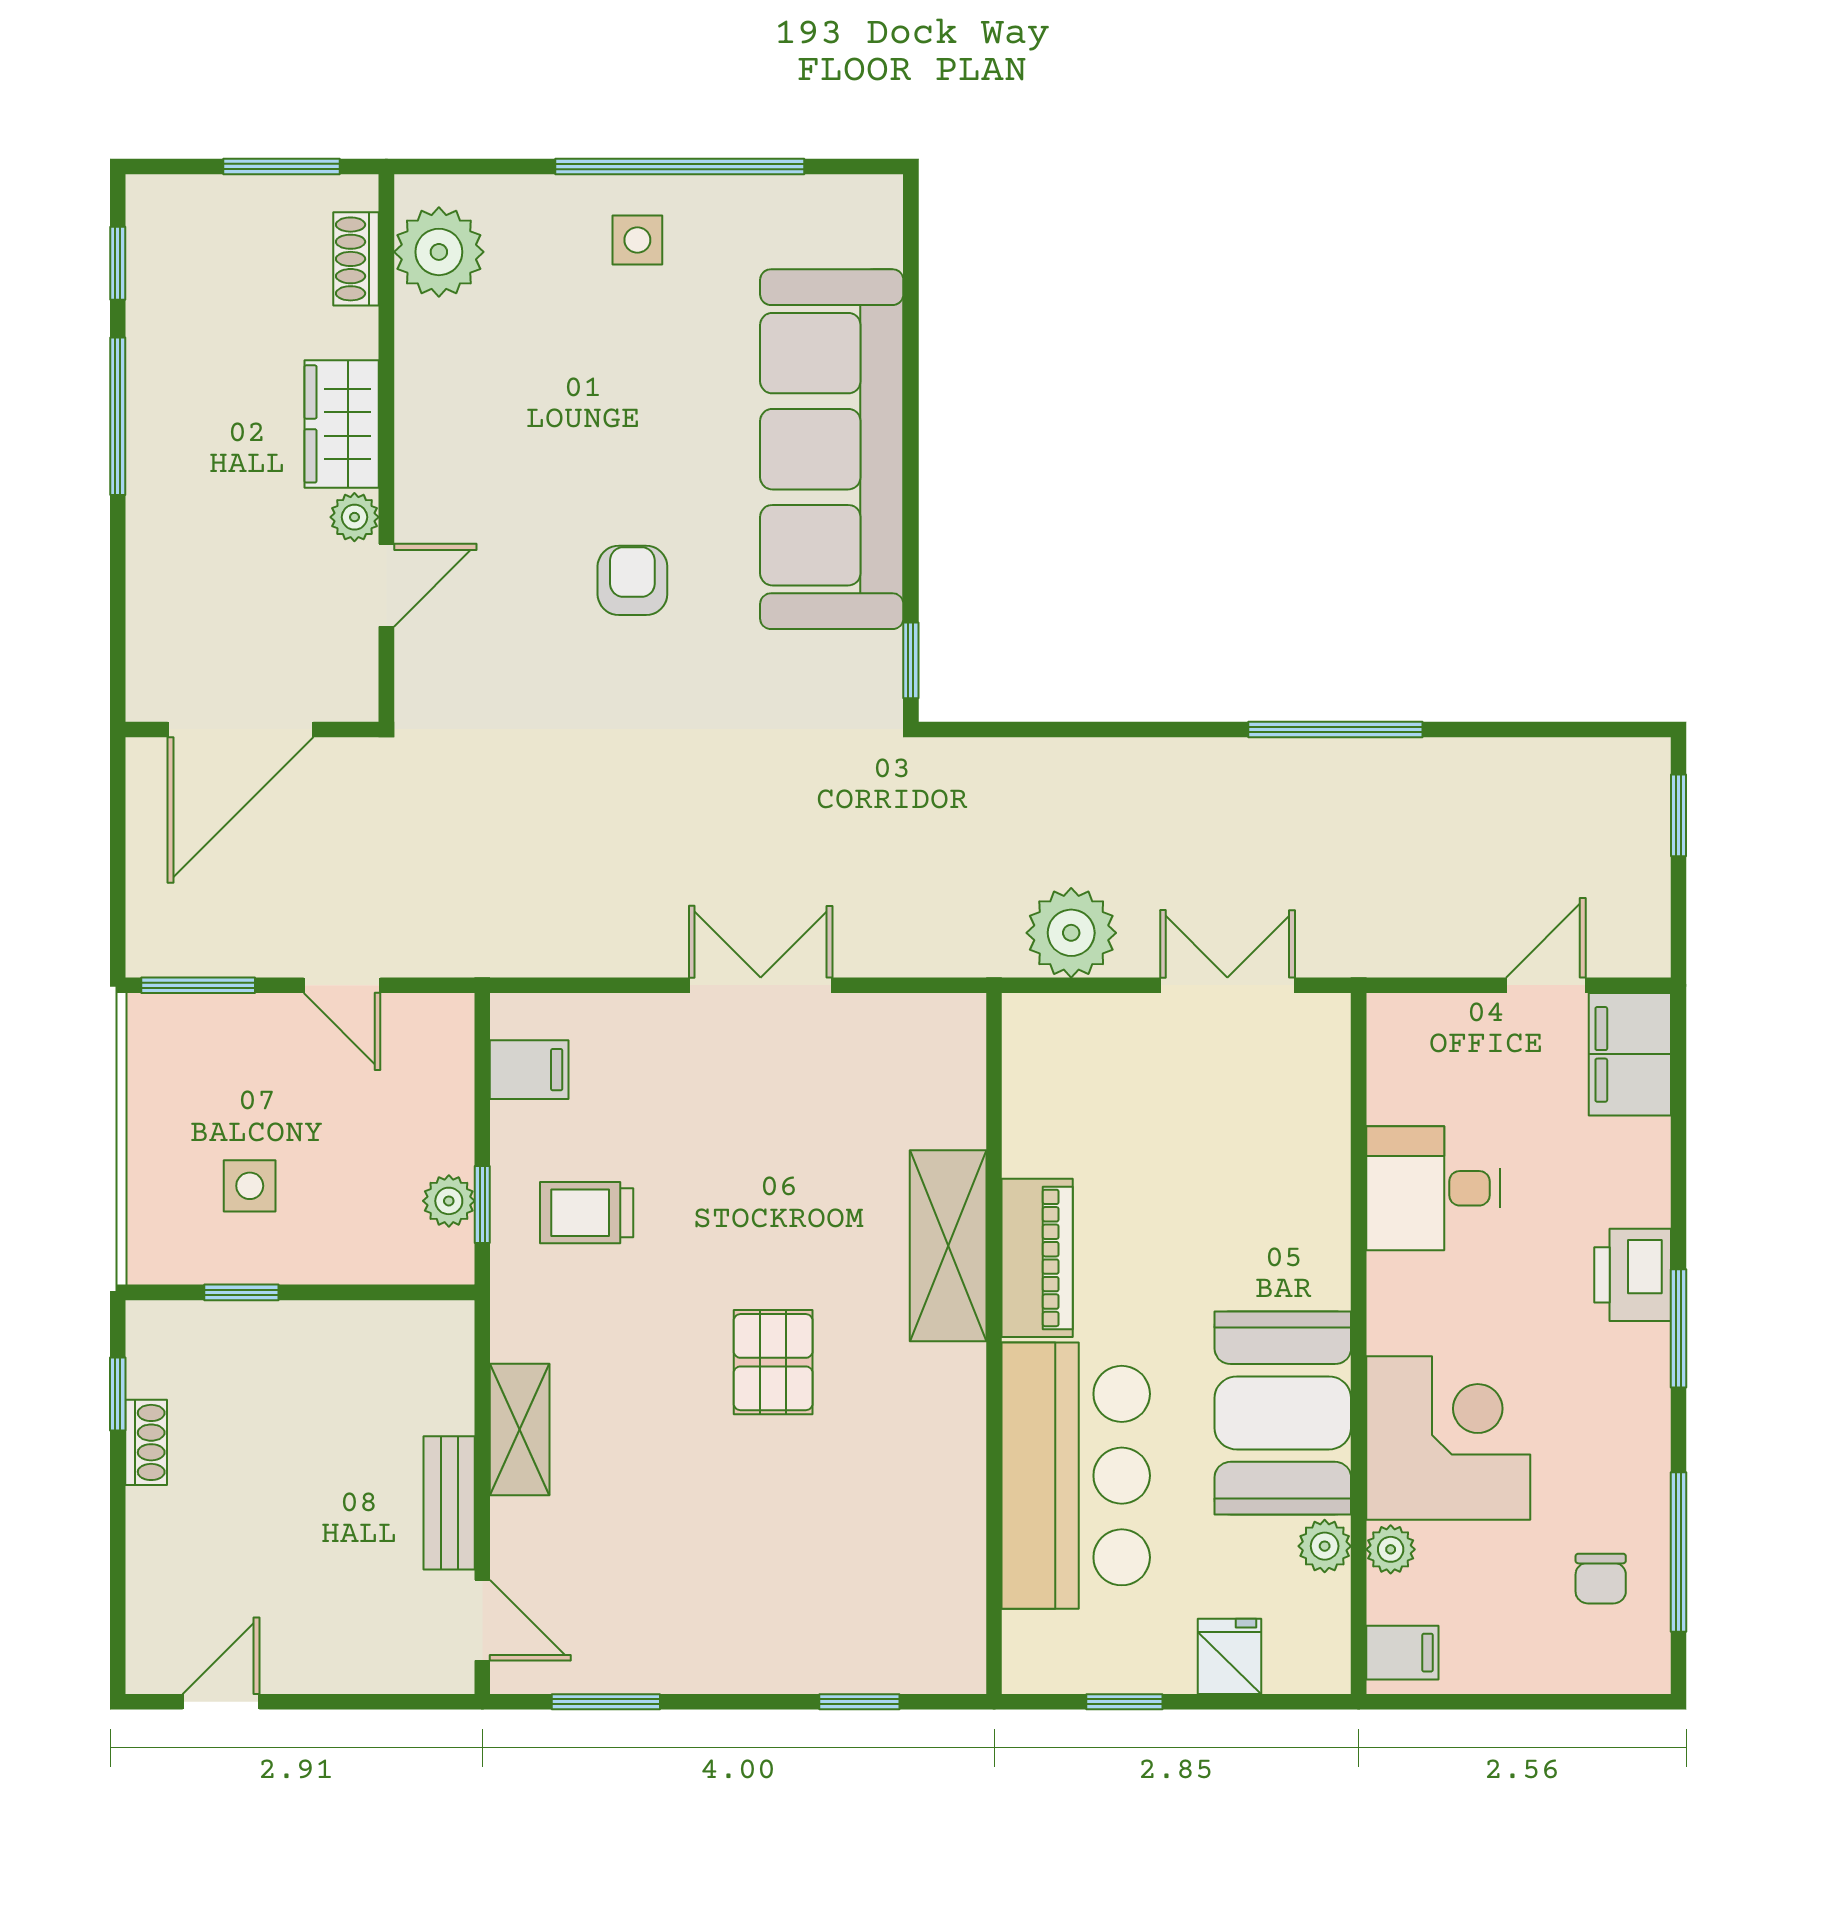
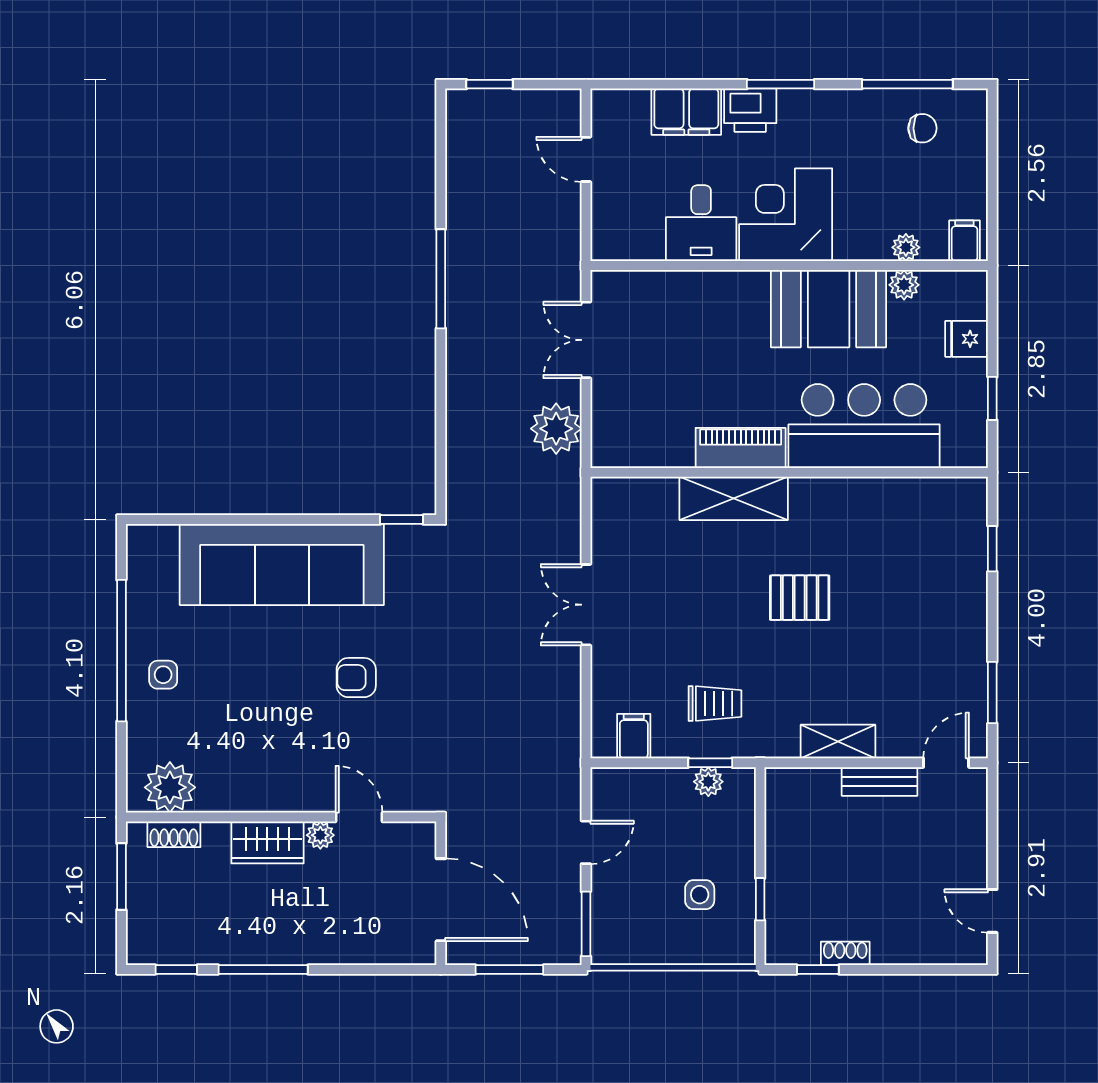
window: (118, 850) -> (509, 970), added
filing cabinet: (1630, 1054) -> (686, 112), moved
trolley: (587, 1213) -> (715, 703), turned -90
corner desk: (1448, 1438) -> (786, 215), moved

